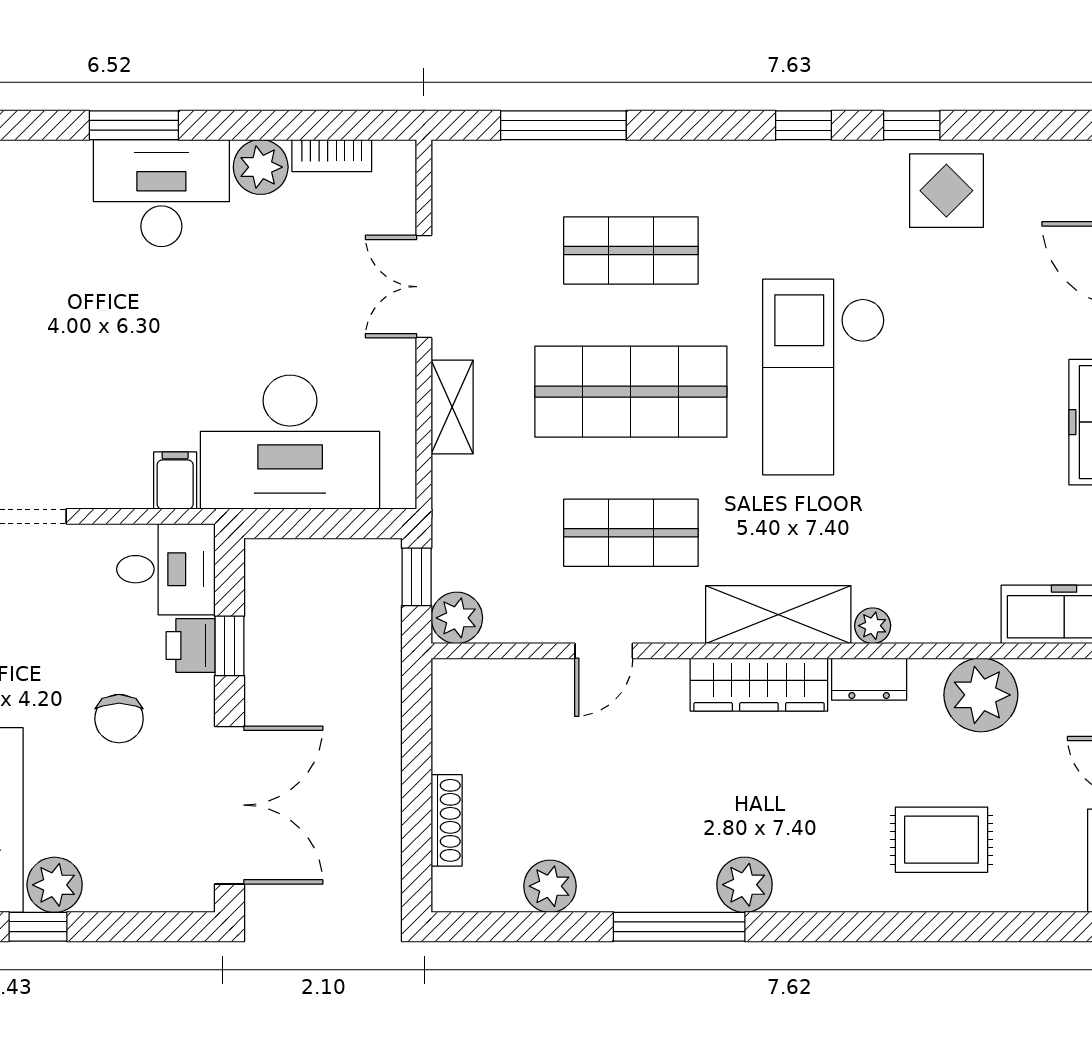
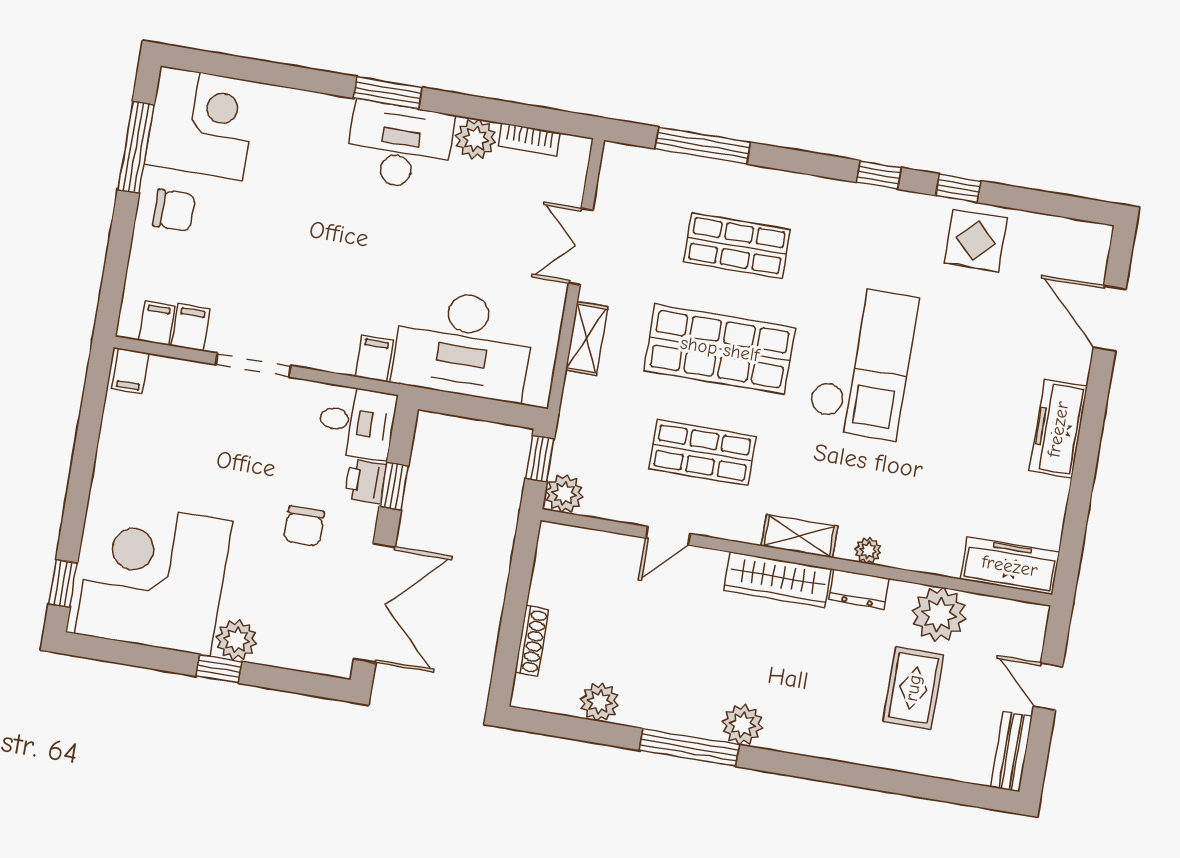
checkout: (824, 377) -> (863, 362), turned 180
shelving: (778, 615) -> (799, 536), width x0.67, depth x0.75
rug: (942, 840) -> (913, 688), moved, turned 90

